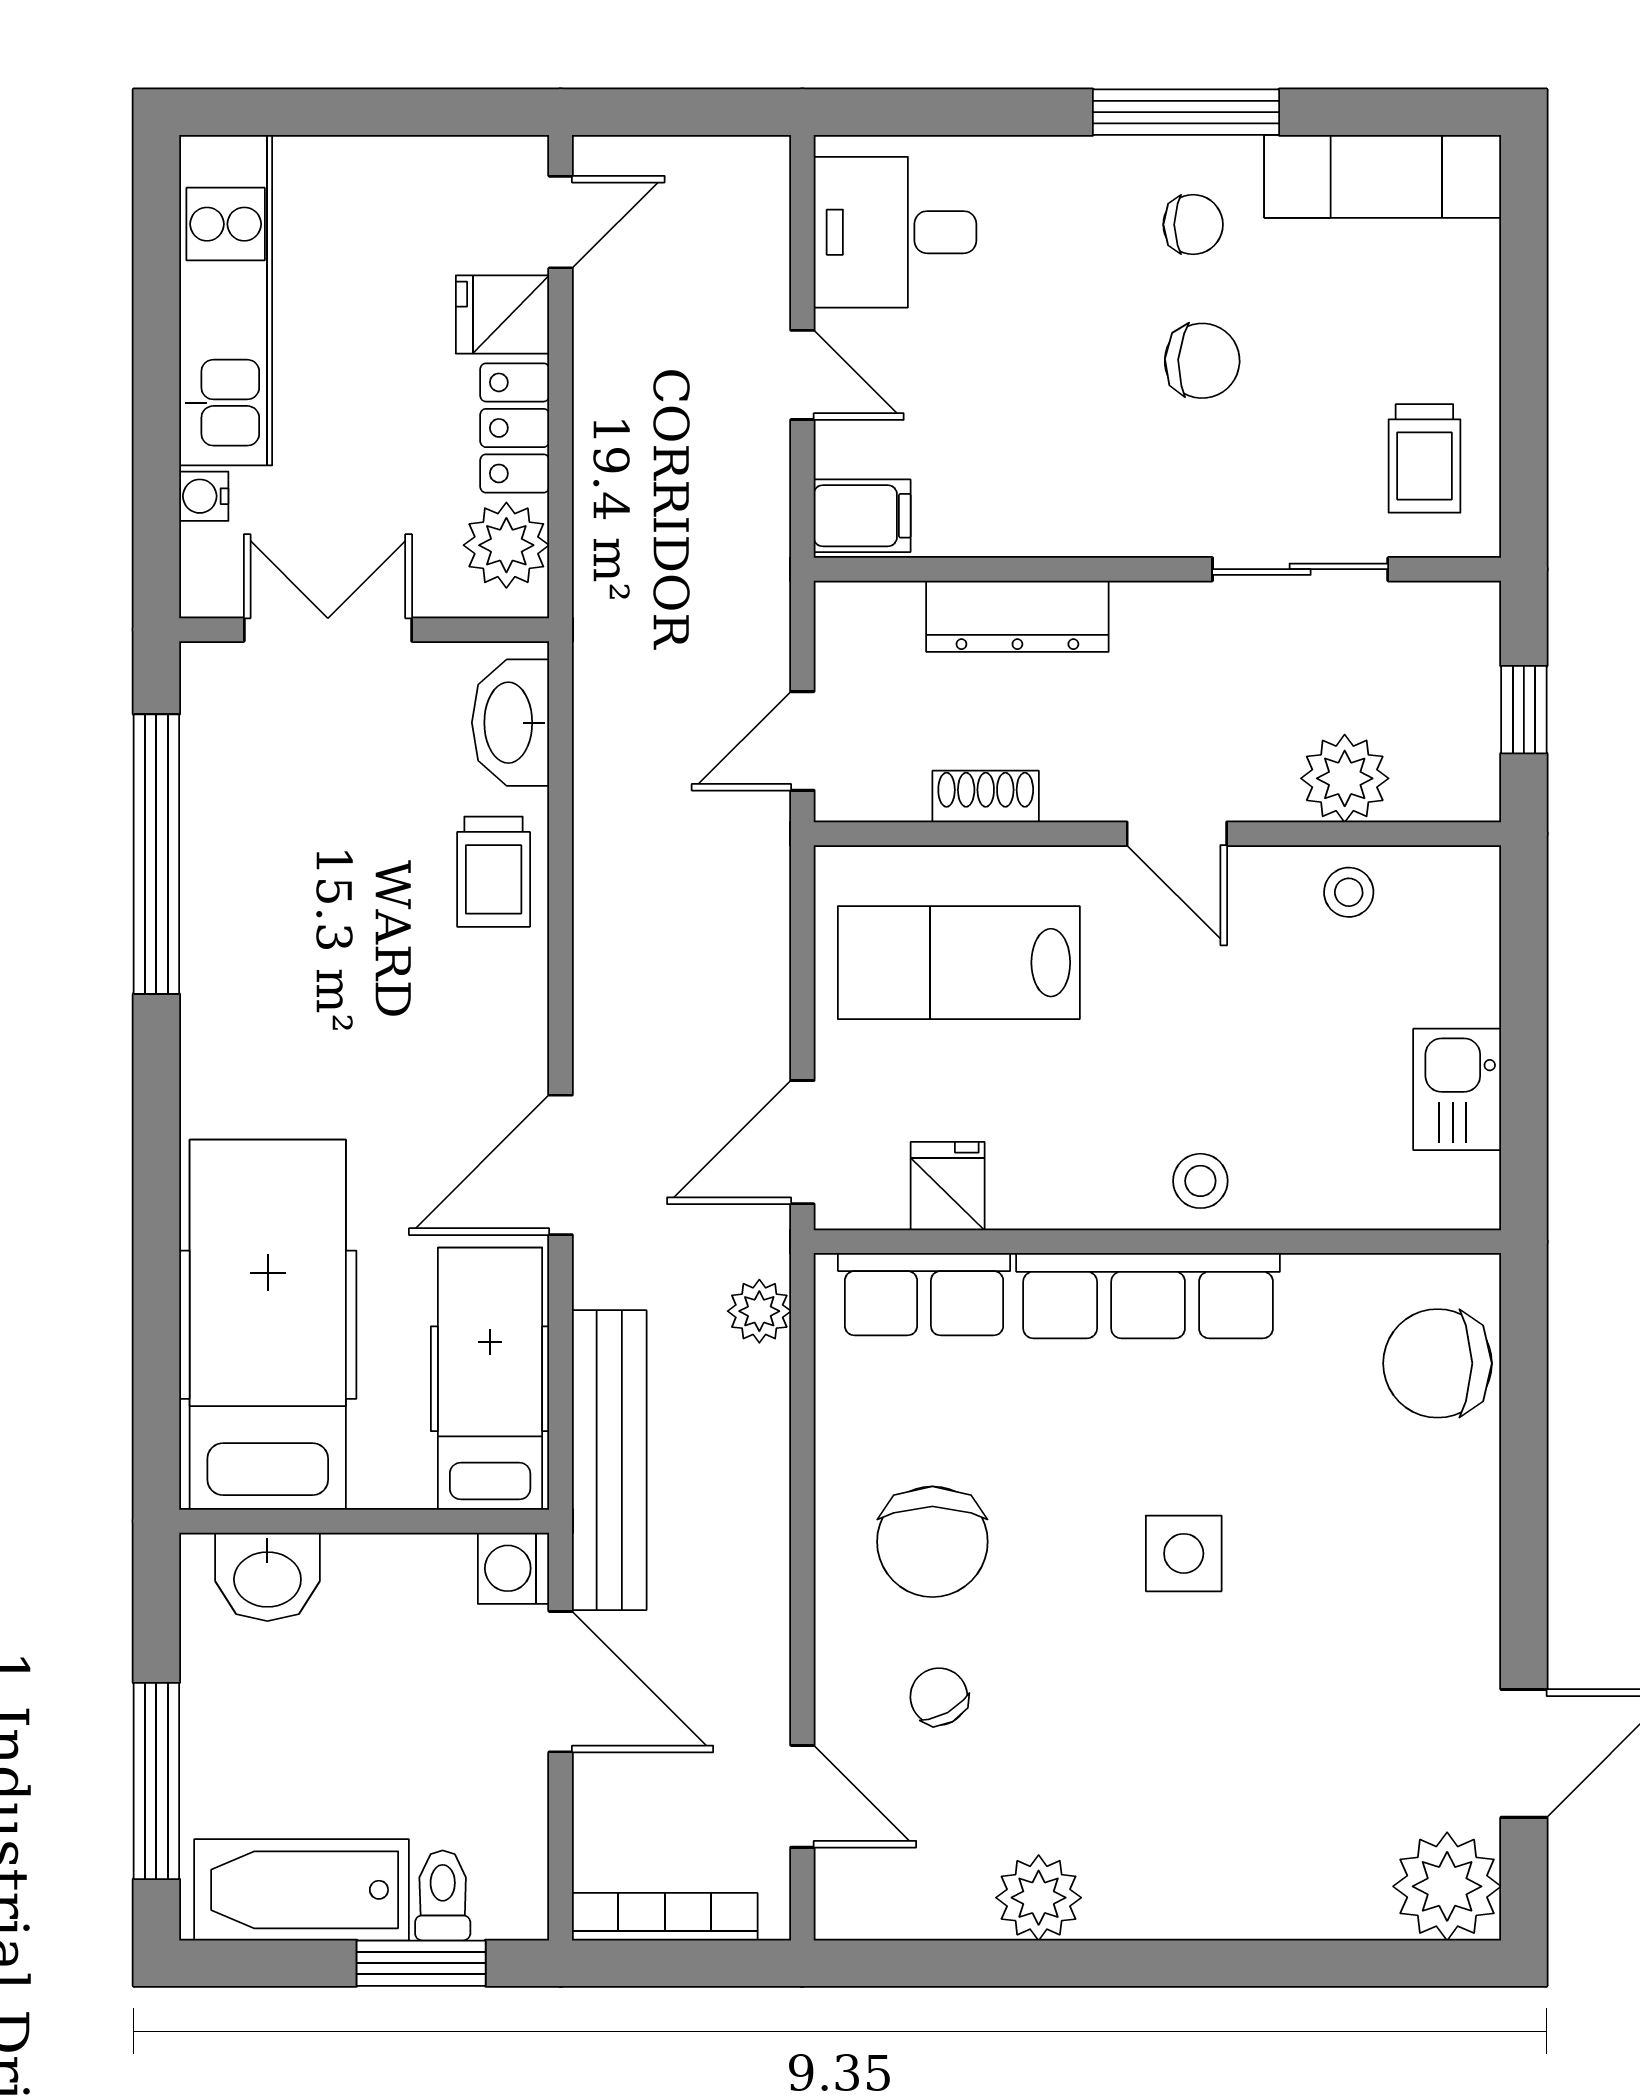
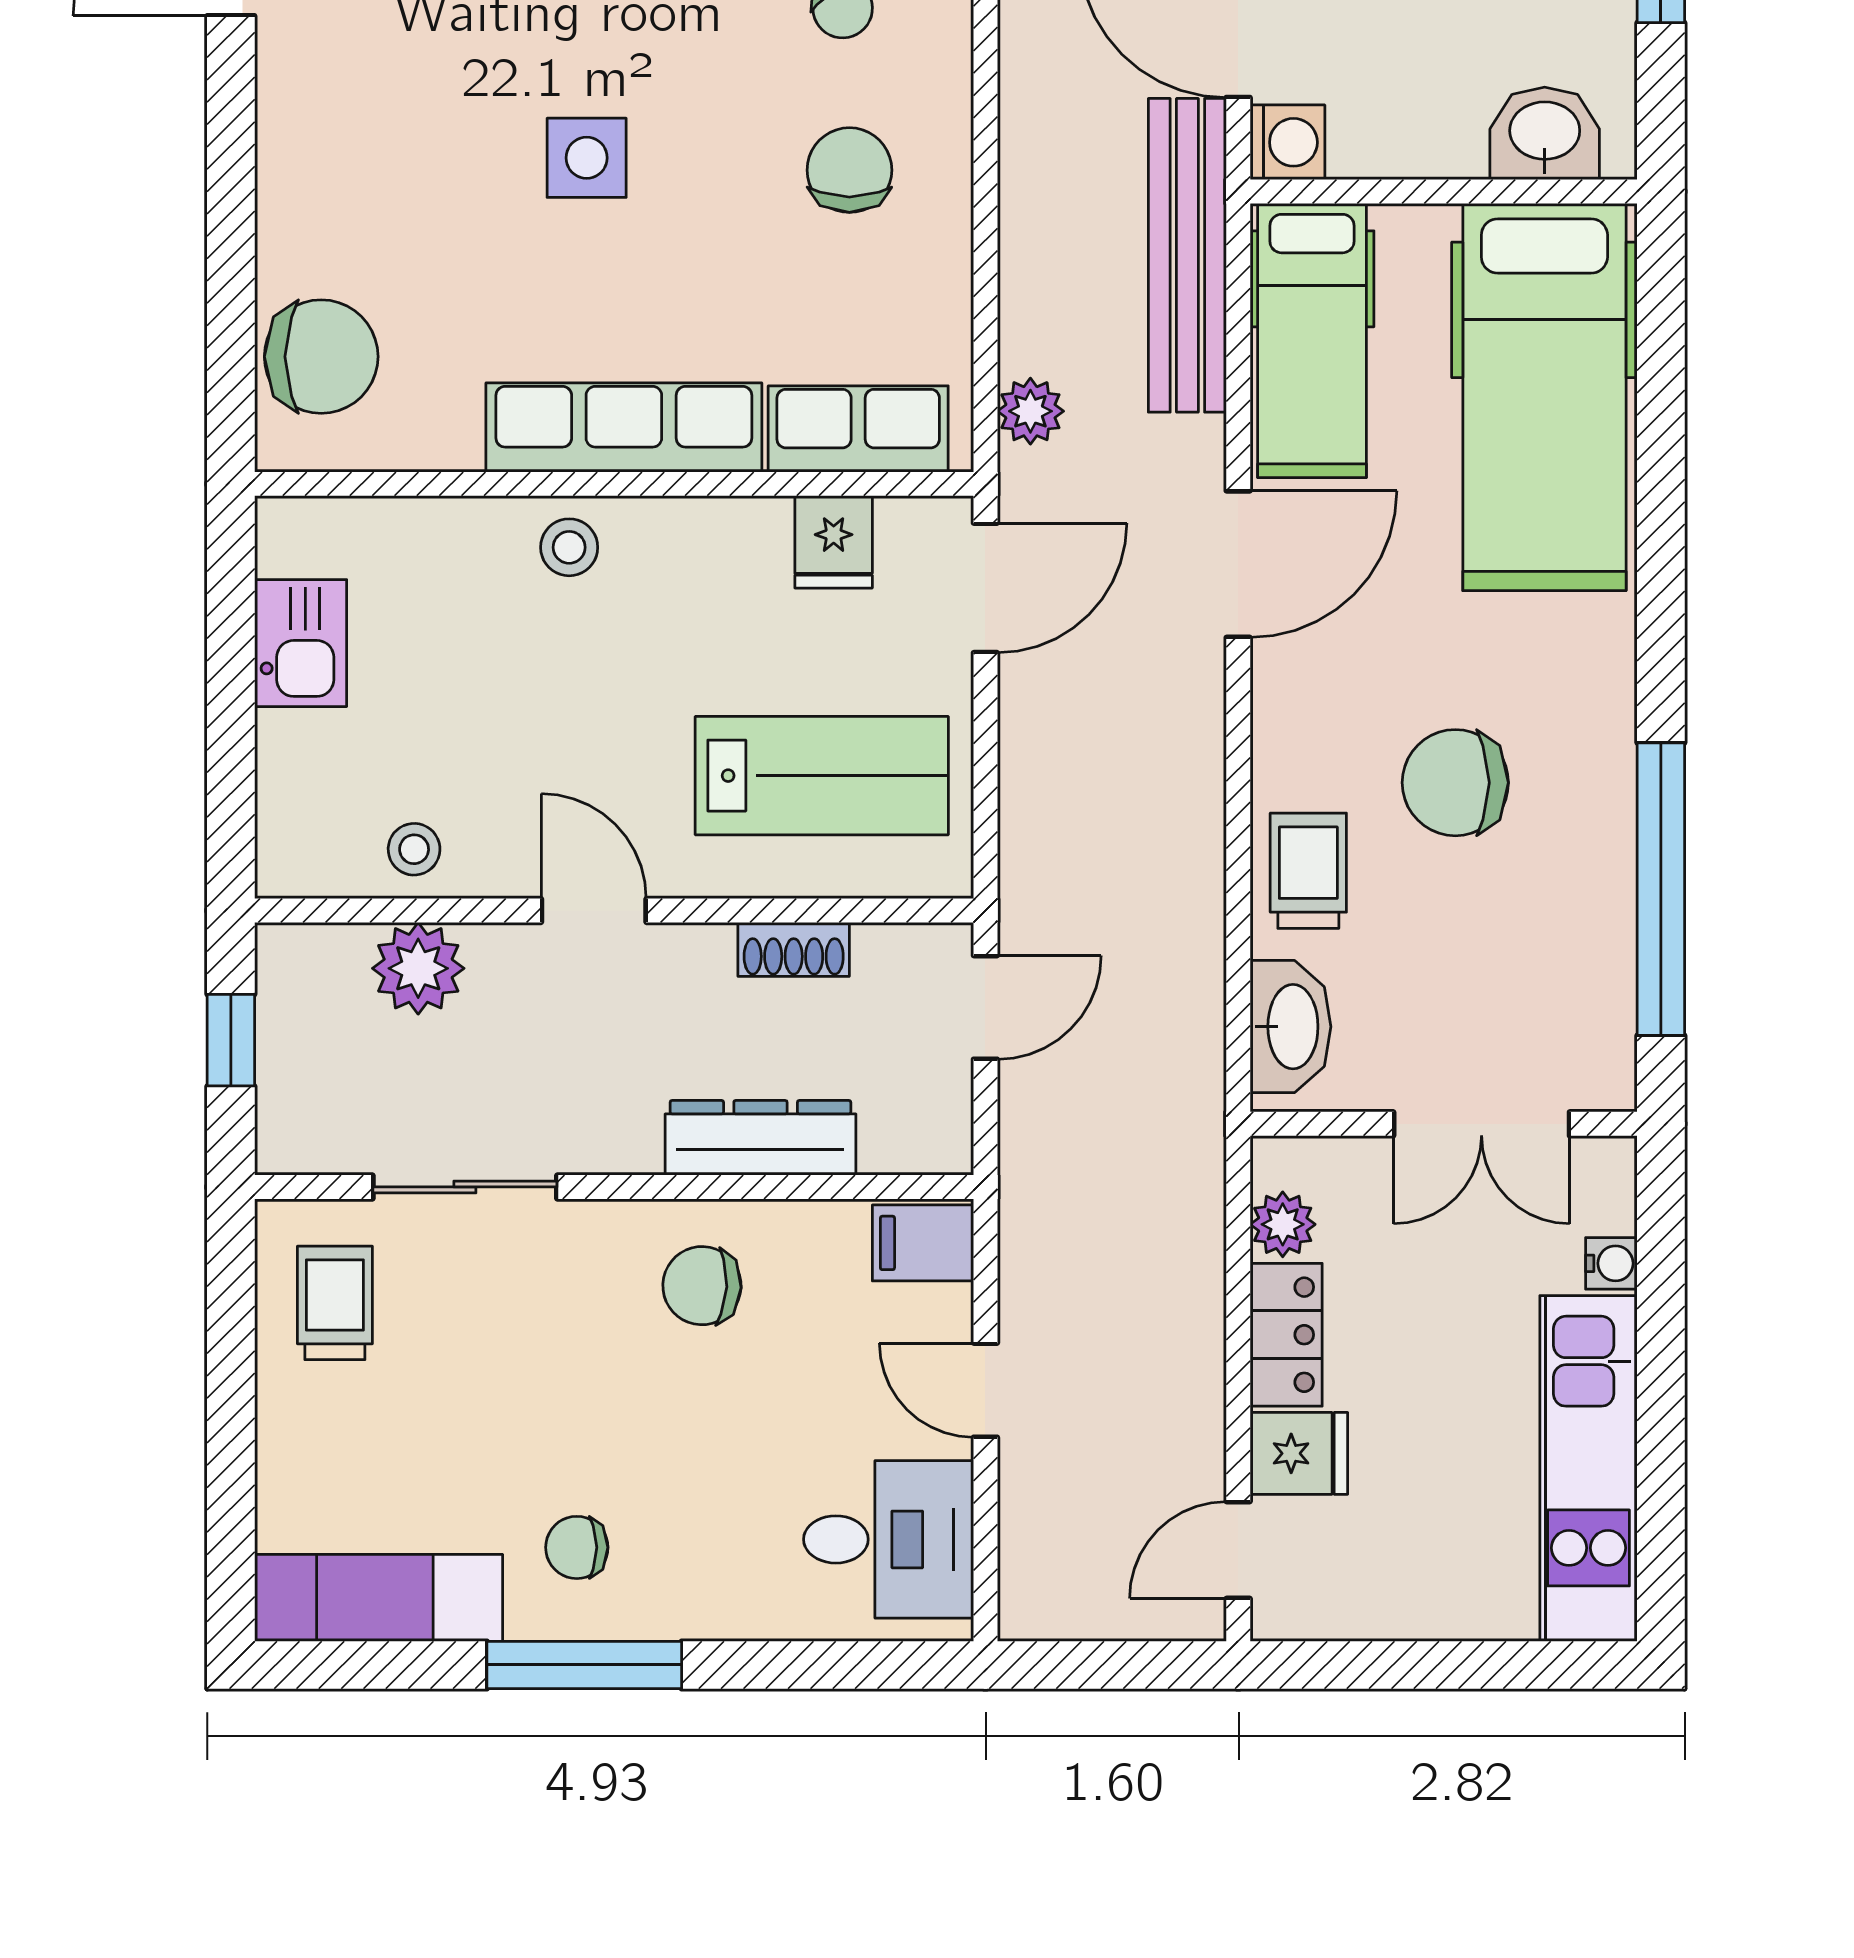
chair: (1202, 361) -> (702, 1286), moved
plant: (506, 545) -> (1283, 1224), width x0.73, depth x0.73
chair: (353, 956) -> (1455, 783), added
chair: (932, 1542) -> (849, 170), width x0.73, depth x0.73

